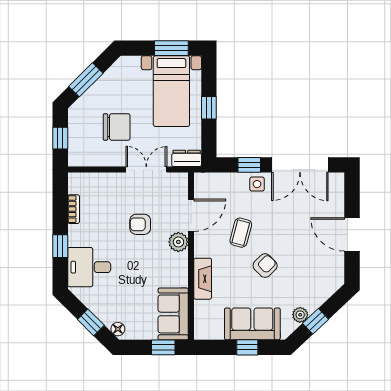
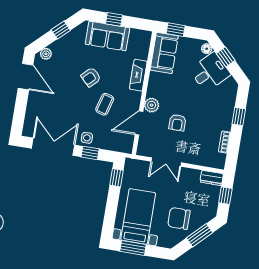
window: (209, 108) -> (116, 178), moved
chair: (117, 127) -> (179, 218), moved
dresser: (187, 158) -> (212, 178), moved
armchair: (140, 224) -> (177, 123), turned 90
door: (352, 234) -> (26, 77), moved
desk: (89, 267) -> (210, 72), moved, turned -45
plant: (300, 315) -> (46, 54), moved

